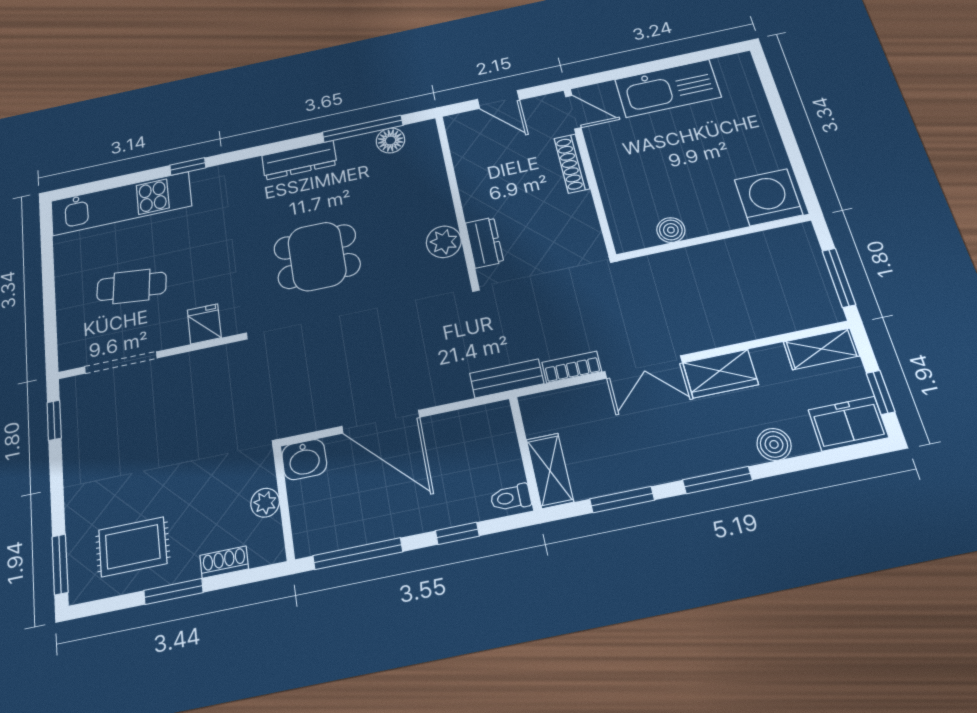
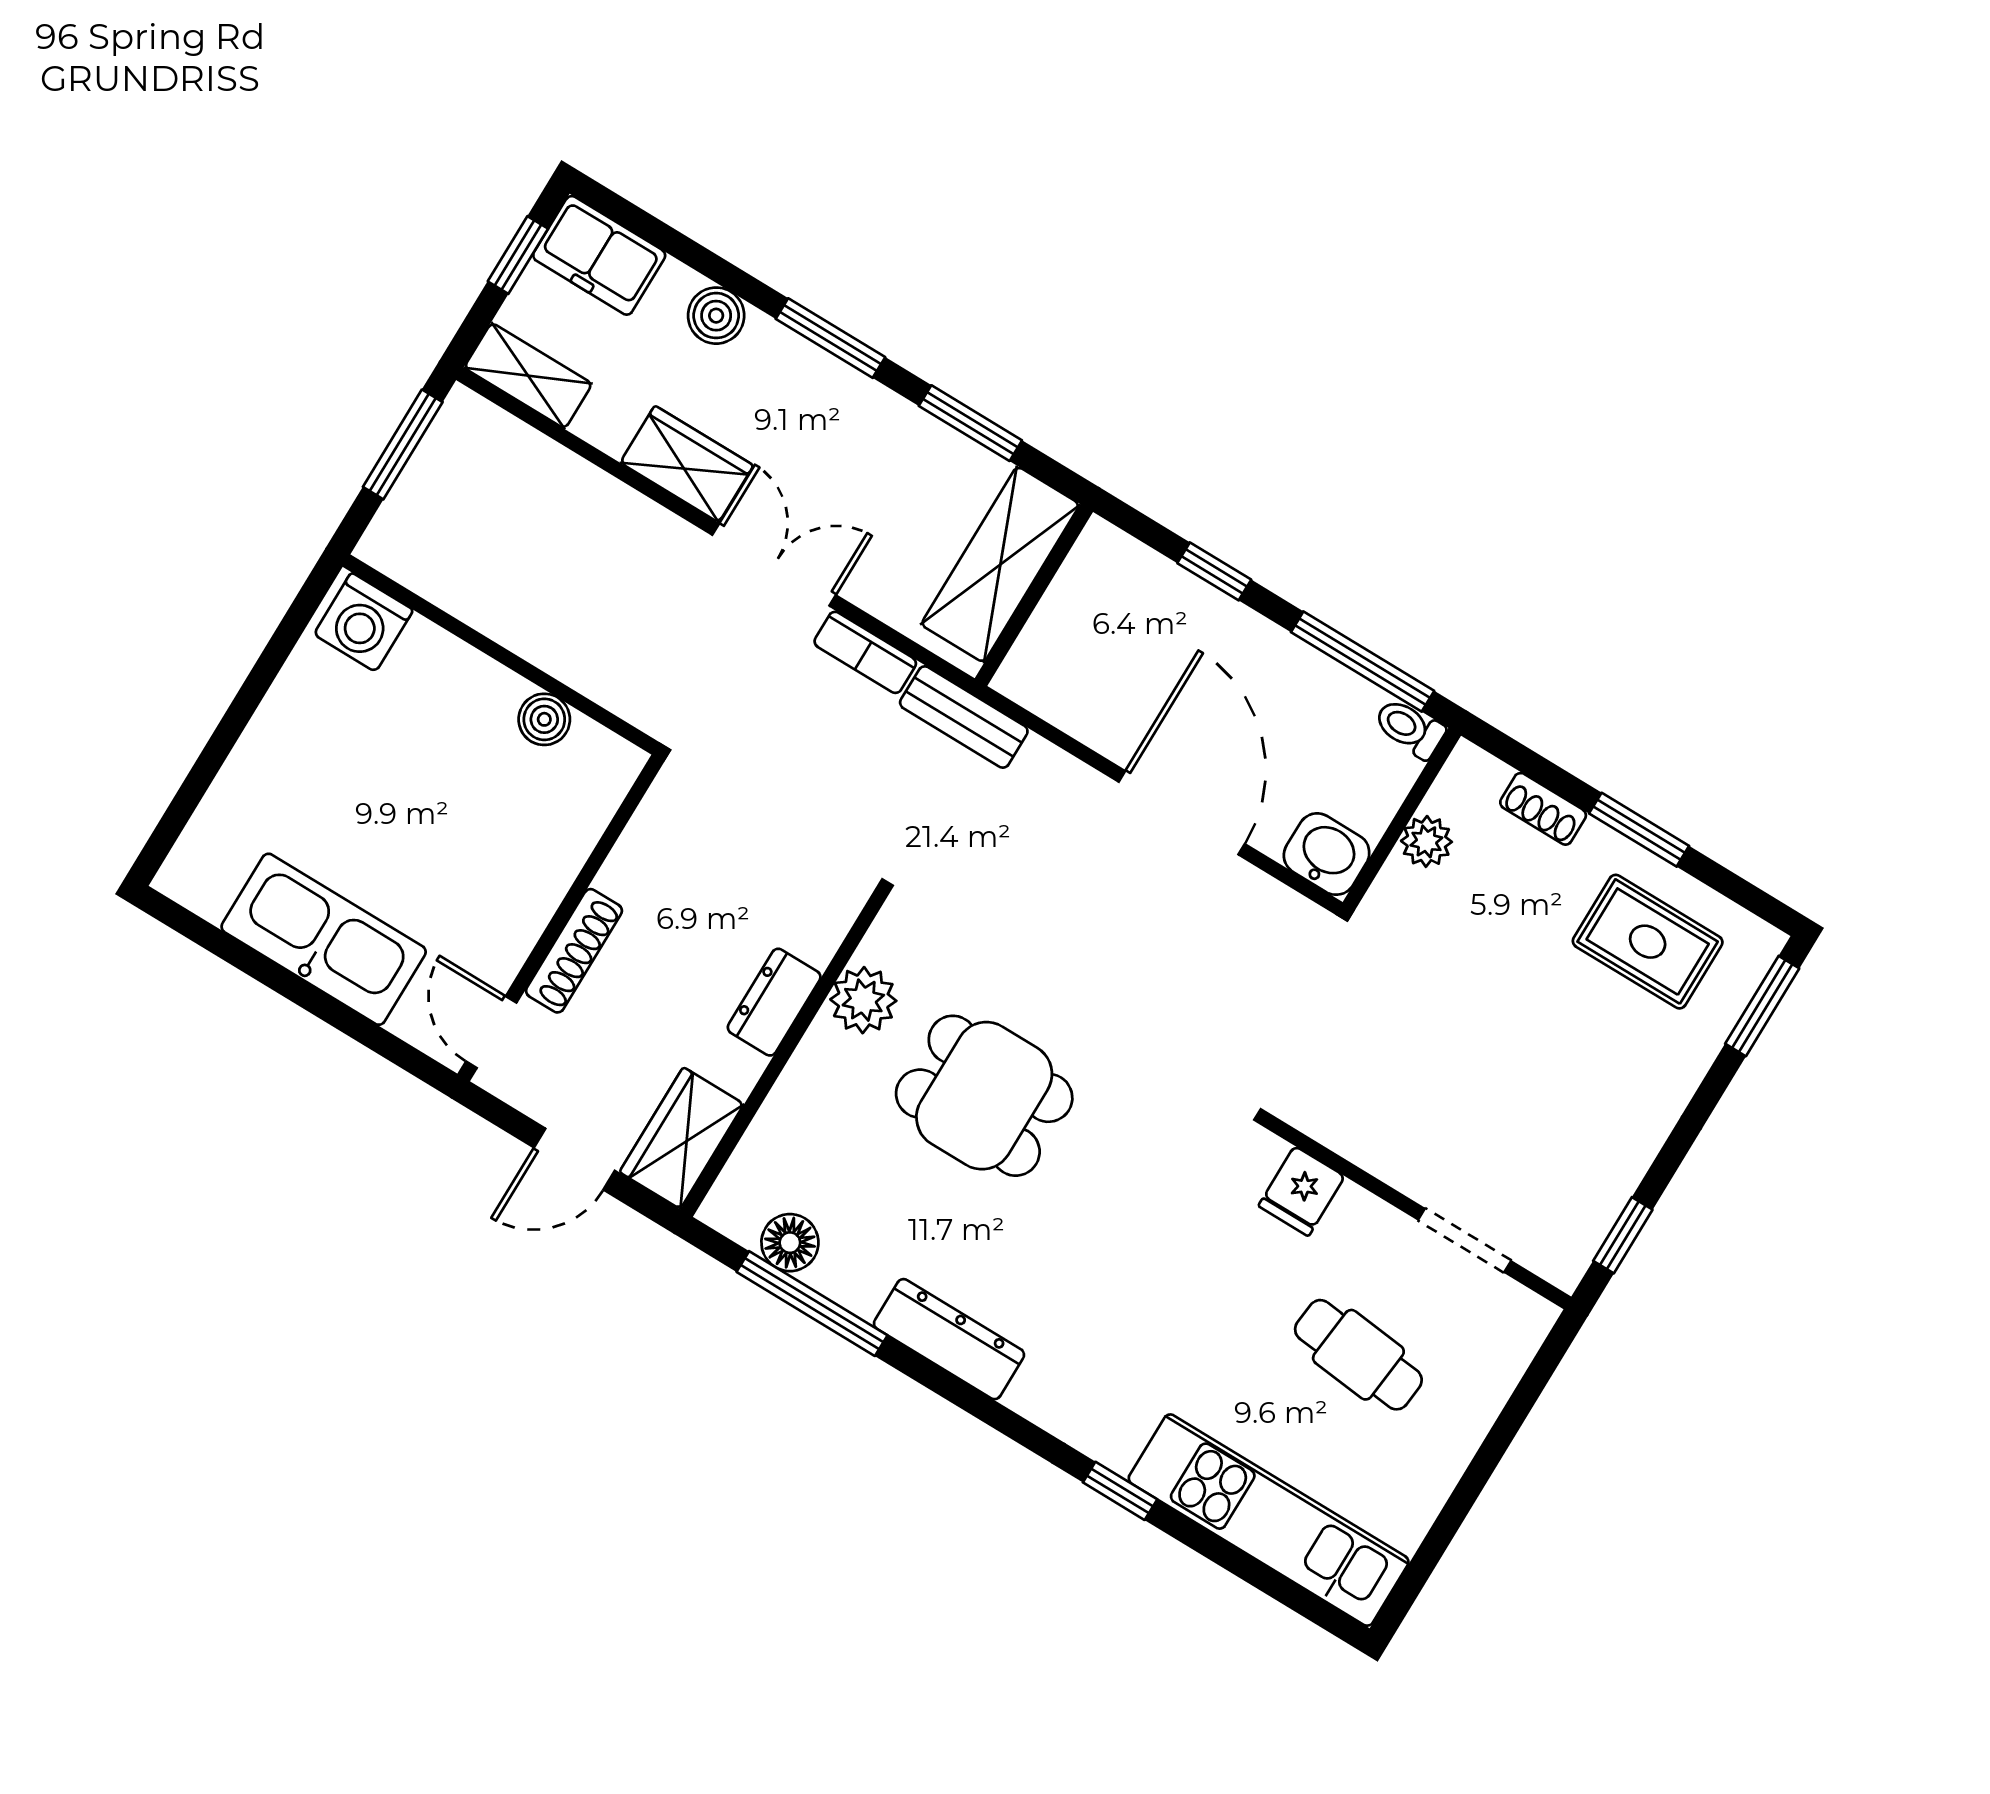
door: (498, 99) -> (574, 1159), swing flipped
wardrobe: (466, 139) -> (682, 1138), added
washing machine: (768, 197) -> (364, 622), width x0.73, depth x0.73
dresser: (485, 242) -> (774, 1002), moved
dining table: (317, 256) -> (984, 1096), moved
doorway: (121, 362) -> (1465, 1240), width x0.73
shelving: (550, 471) -> (1000, 564), width x1.50, depth x1.33
toilet: (511, 498) -> (1410, 728), moved, turned 180

